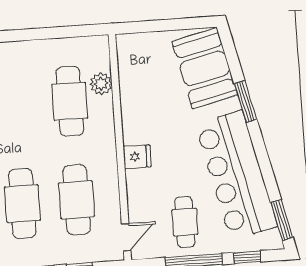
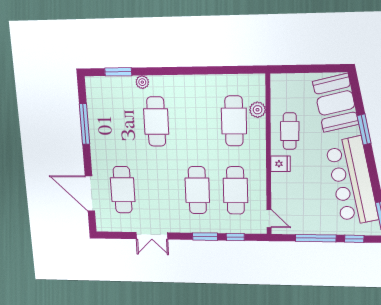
cafe table: (185, 222) -> (290, 131), moved
door: (126, 237) -> (269, 219), hinge flipped

